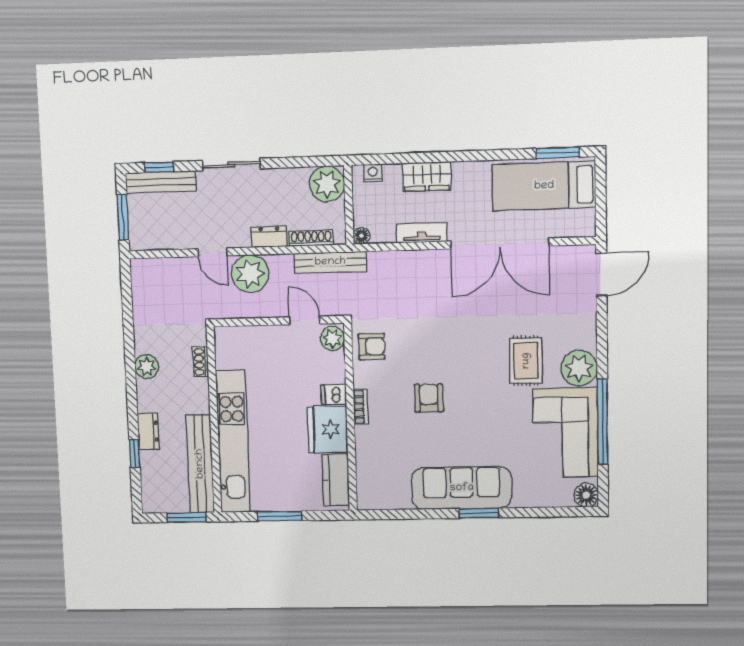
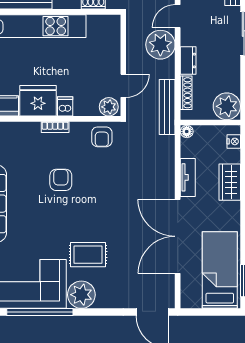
armchair: (429, 398) -> (61, 180), turned -90

